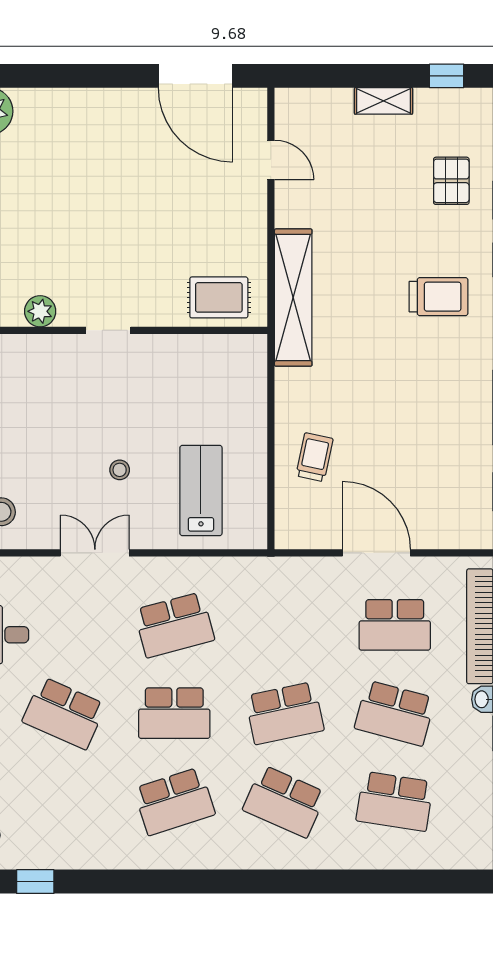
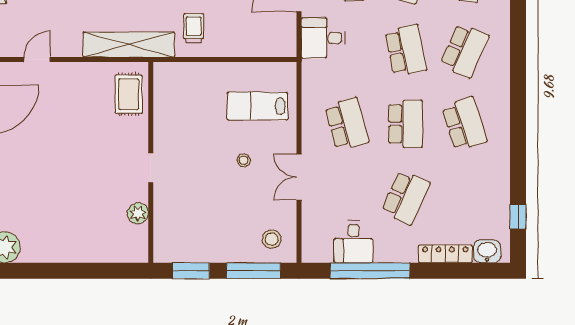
trolley: (314, 457) -> (194, 28), moved, turned 78
desk: (303, 589) -> (323, 38), added

